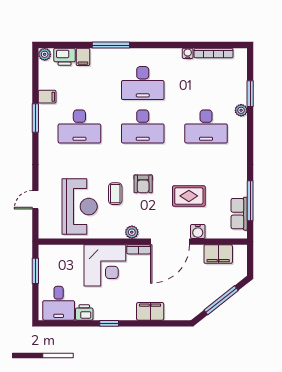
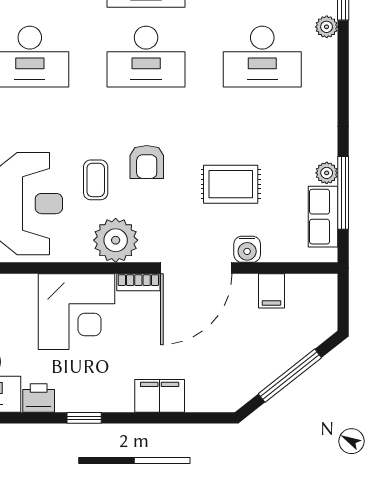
plant: (241, 190) -> (327, 173), added
plant: (132, 232) -> (116, 240), width x1.88, depth x1.88
filing cabinet: (218, 254) -> (271, 291), width x0.50

